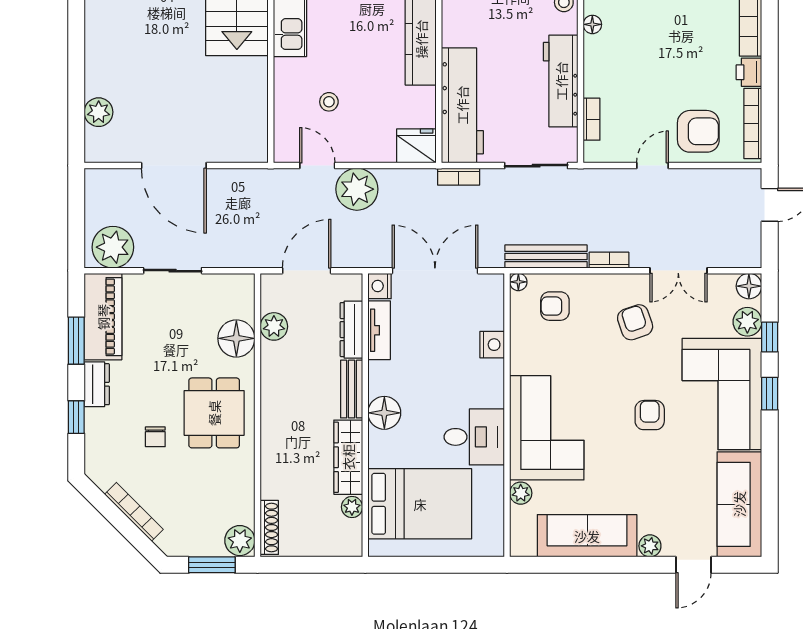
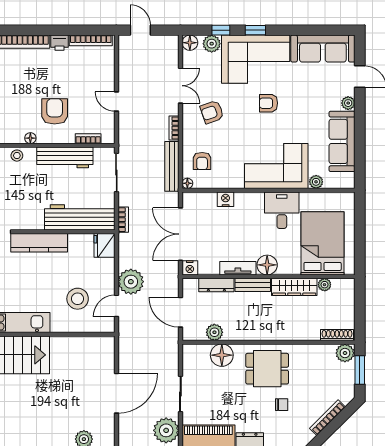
stool: (329, 102) -> (78, 299), width x1.89, depth x1.89
armchair: (698, 131) -> (55, 111), moved
tv unit: (379, 330) -> (238, 268), moved

